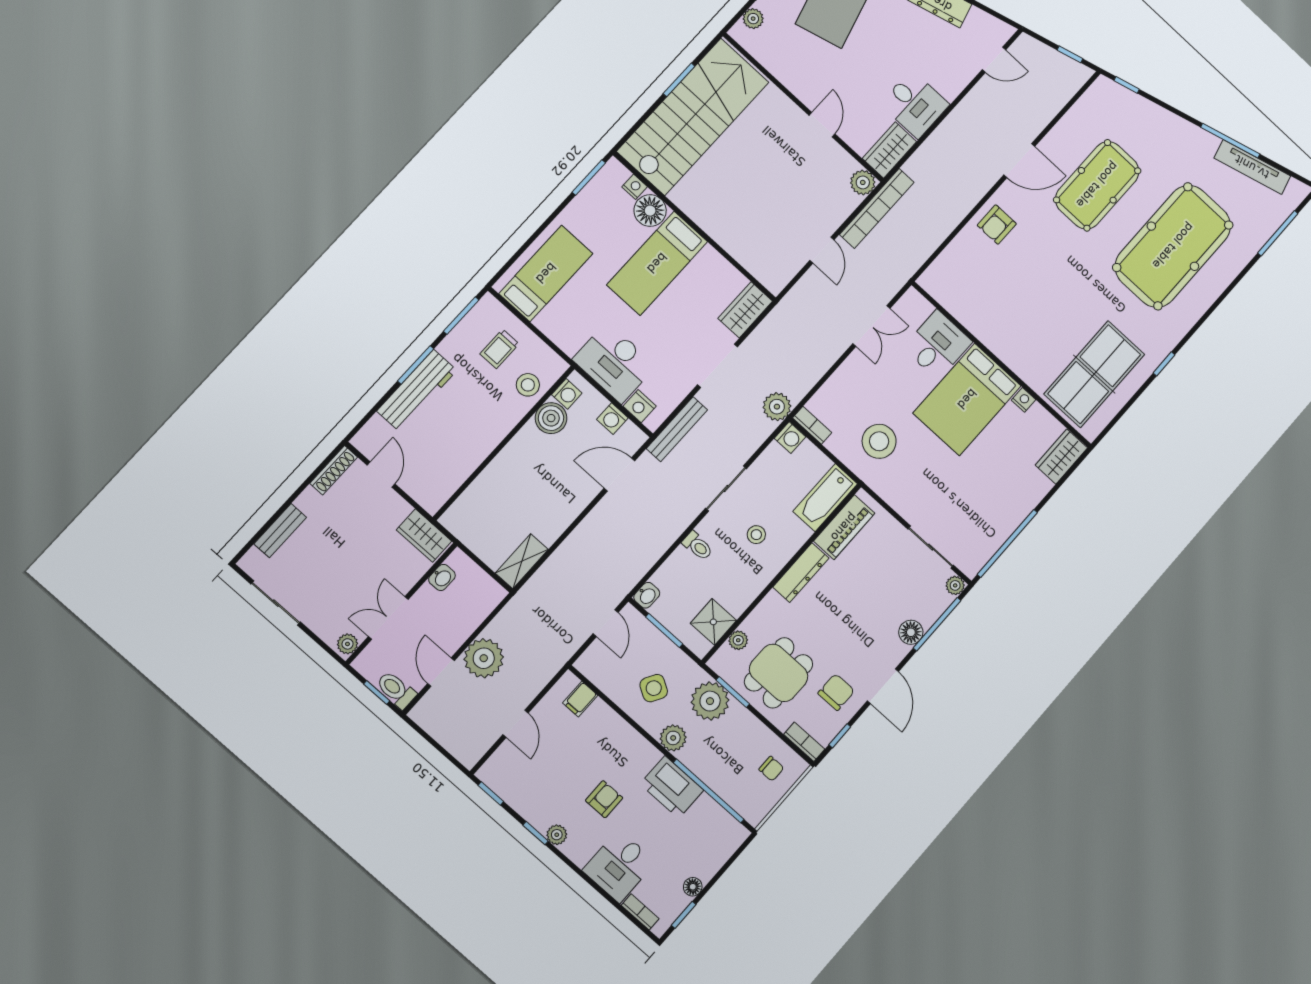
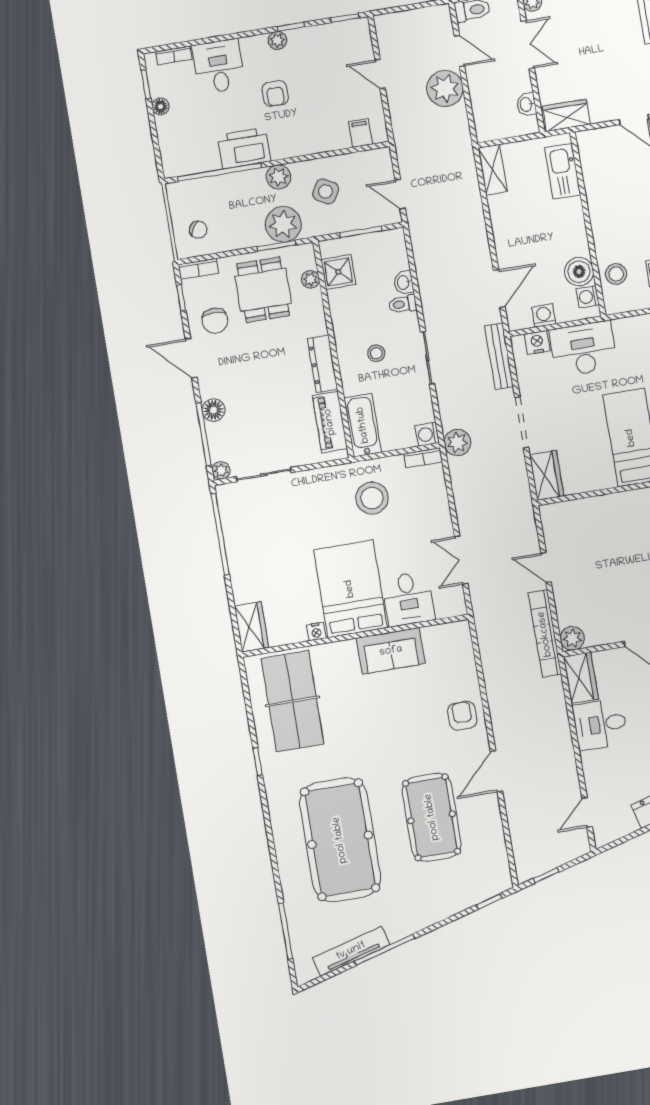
sofa: (991, 326) -> (391, 651), added
kitchen sink: (475, 500) -> (563, 171), added
washbasin: (647, 595) -> (404, 282), moved
chair: (771, 769) -> (198, 230), turned -148

